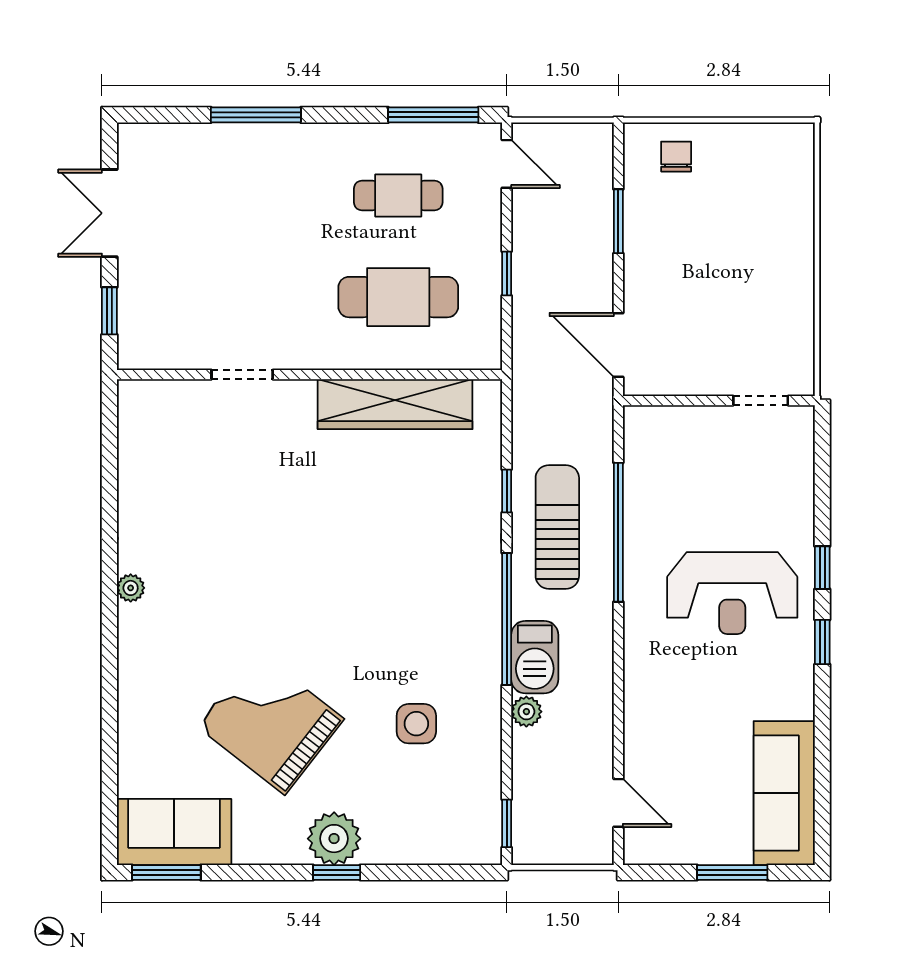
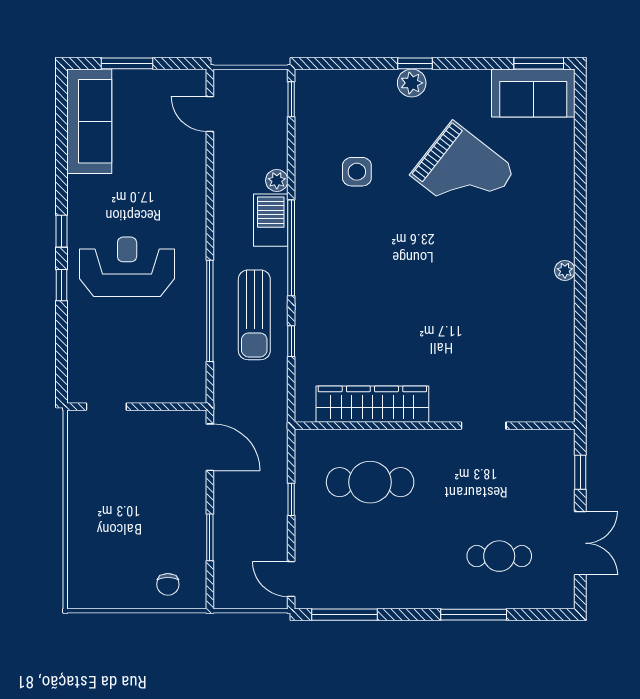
cafe table: (398, 195) -> (499, 556), moved
plant: (334, 839) -> (412, 83), width x0.73, depth x0.73

